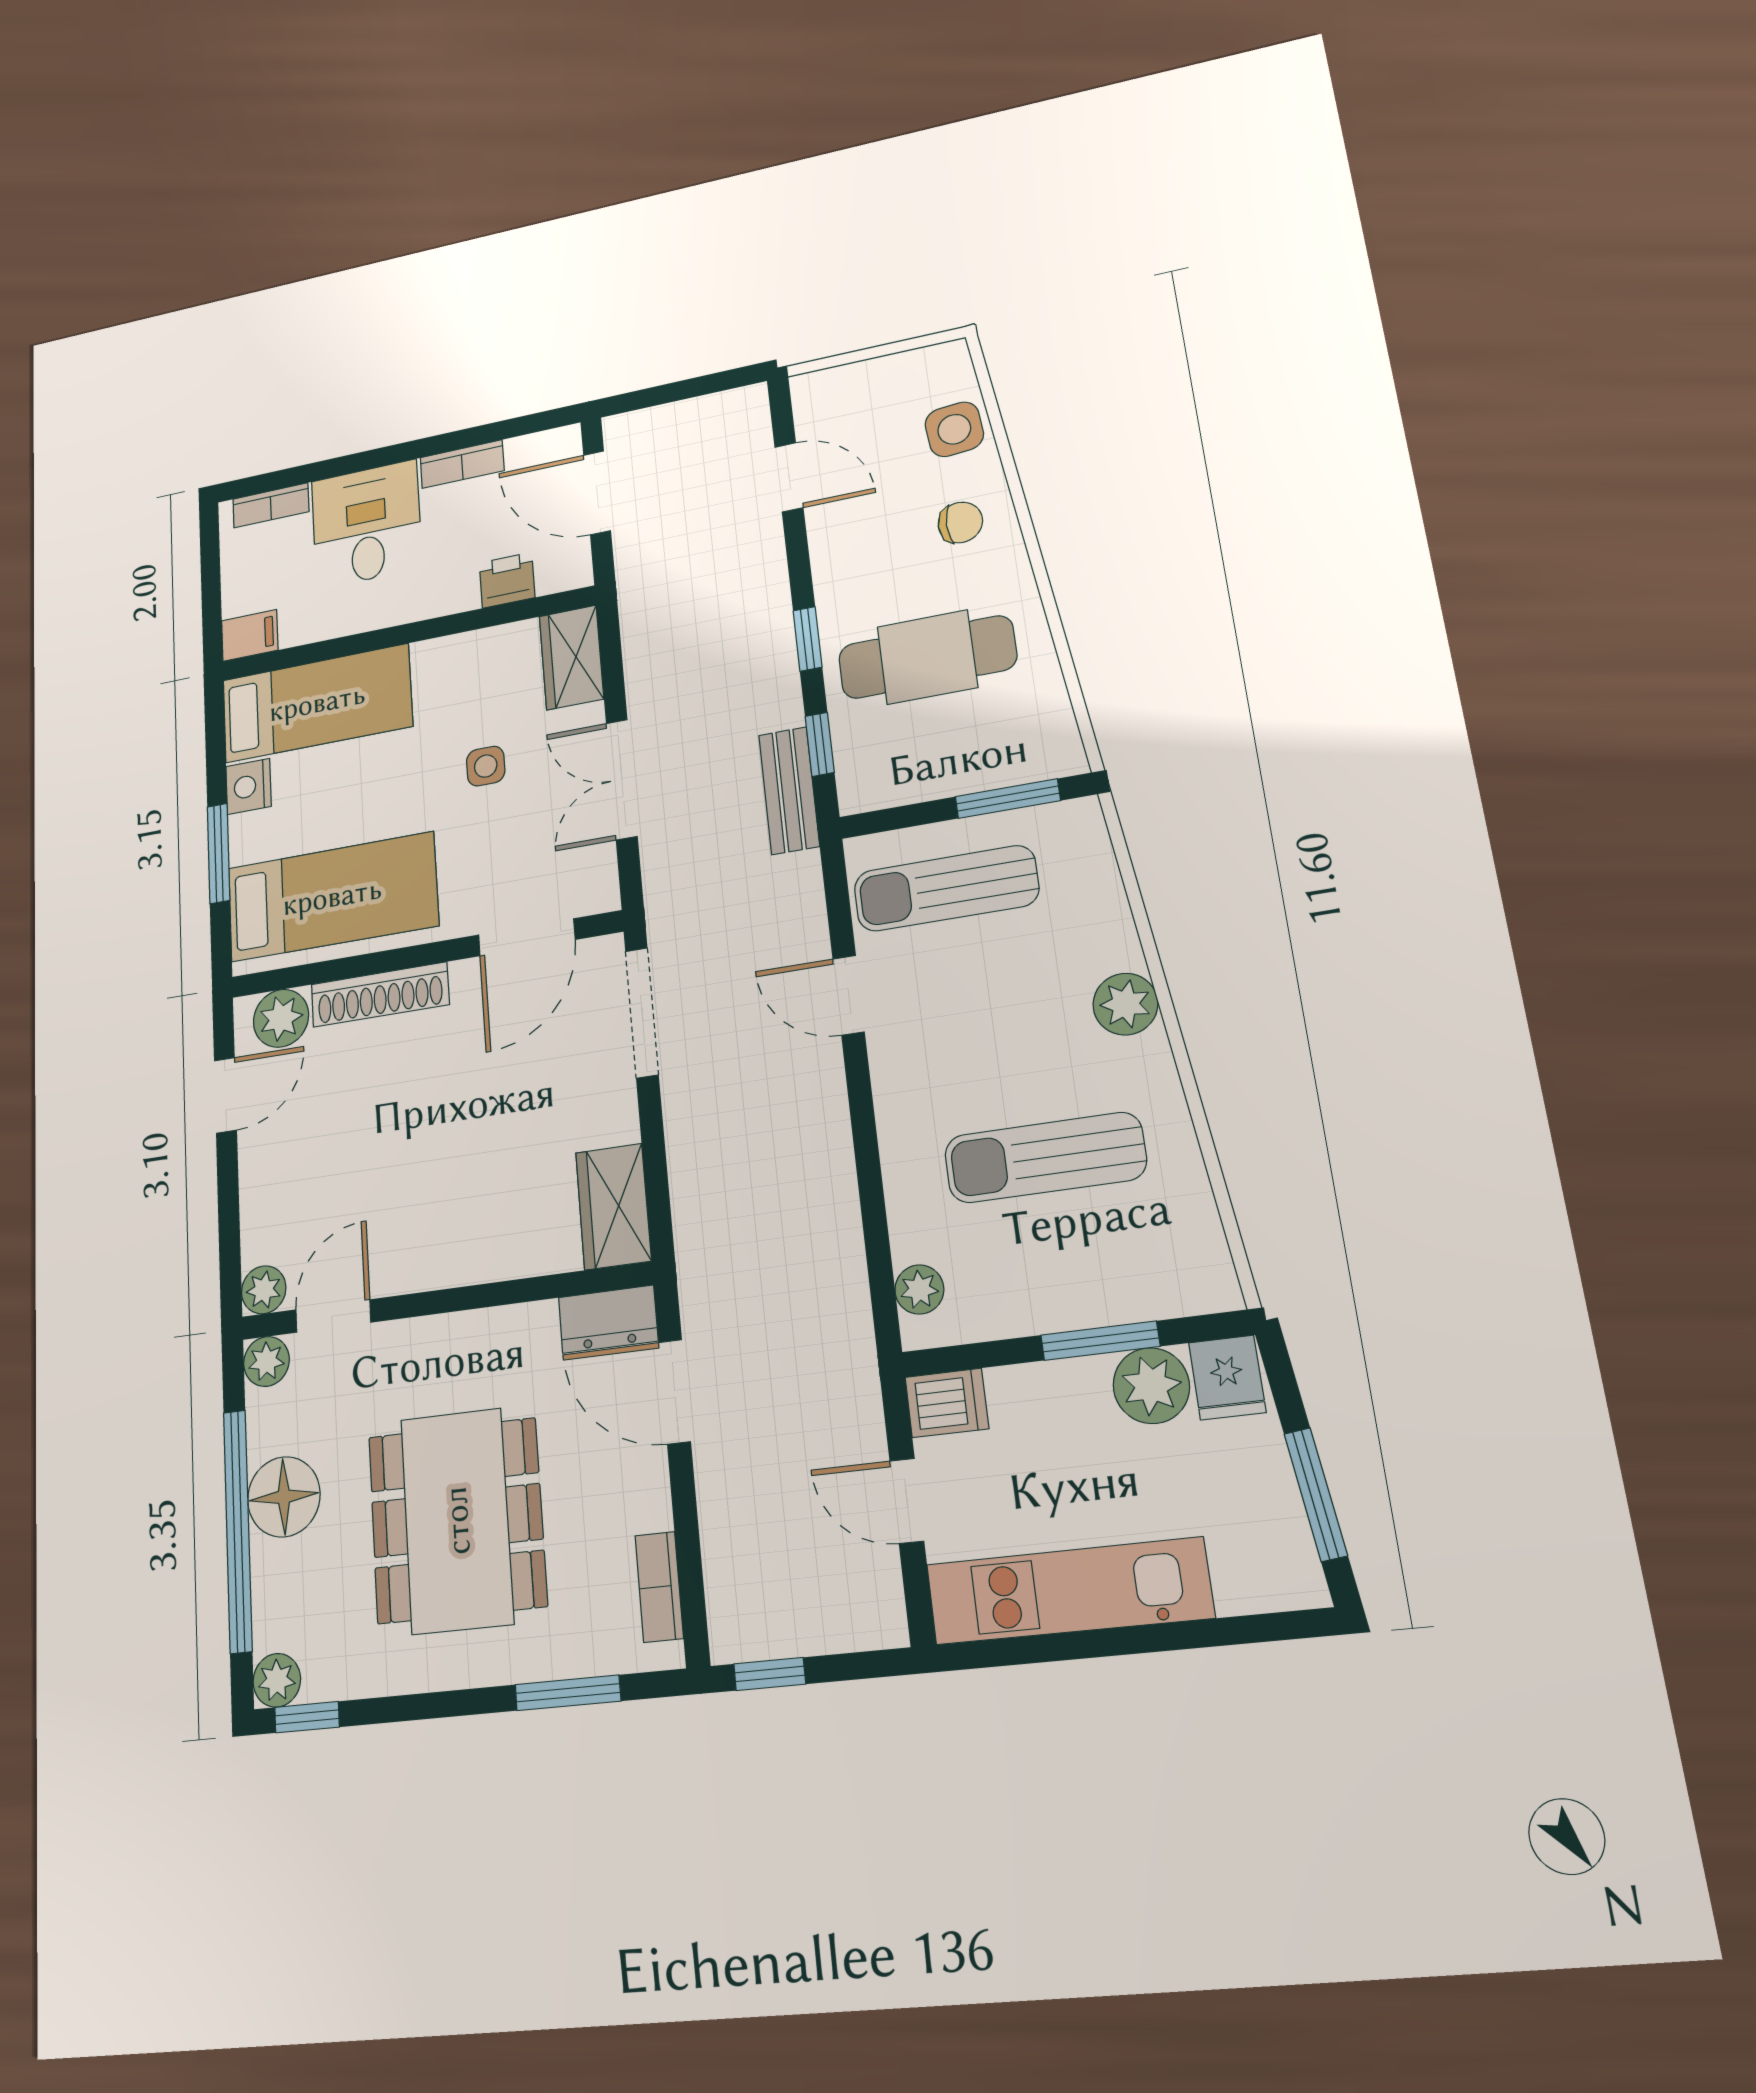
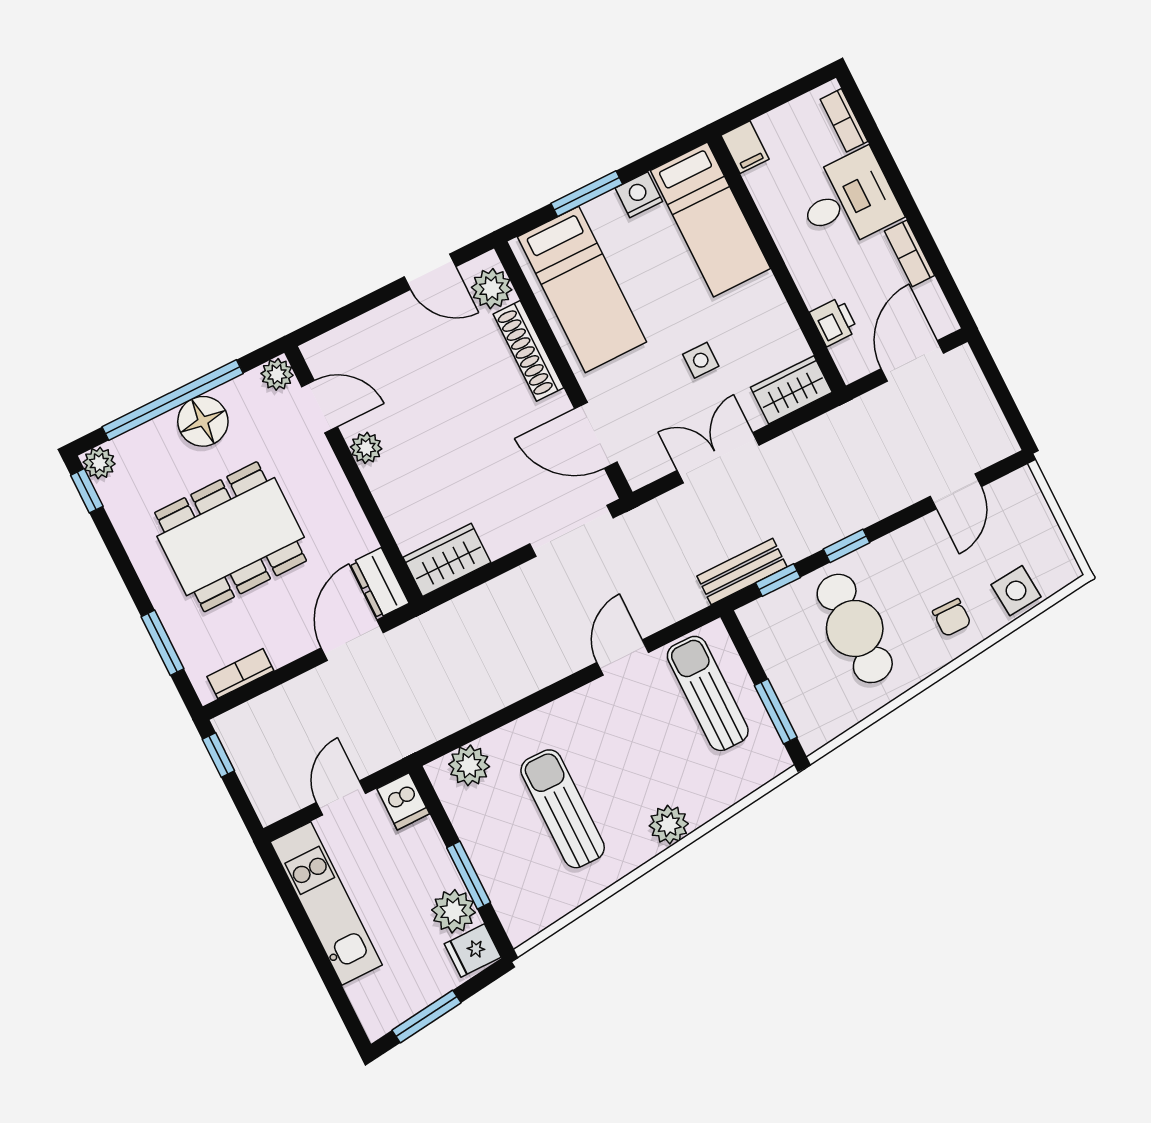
plant: (919, 1289) -> (469, 765), width x1.38, depth x1.38
plant: (264, 1290) -> (366, 448), moved

